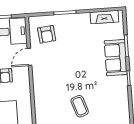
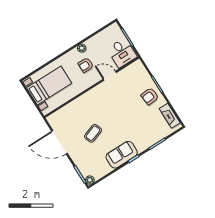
armchair: (47, 34) -> (150, 96), moved
sofa: (116, 58) -> (122, 155), moved

